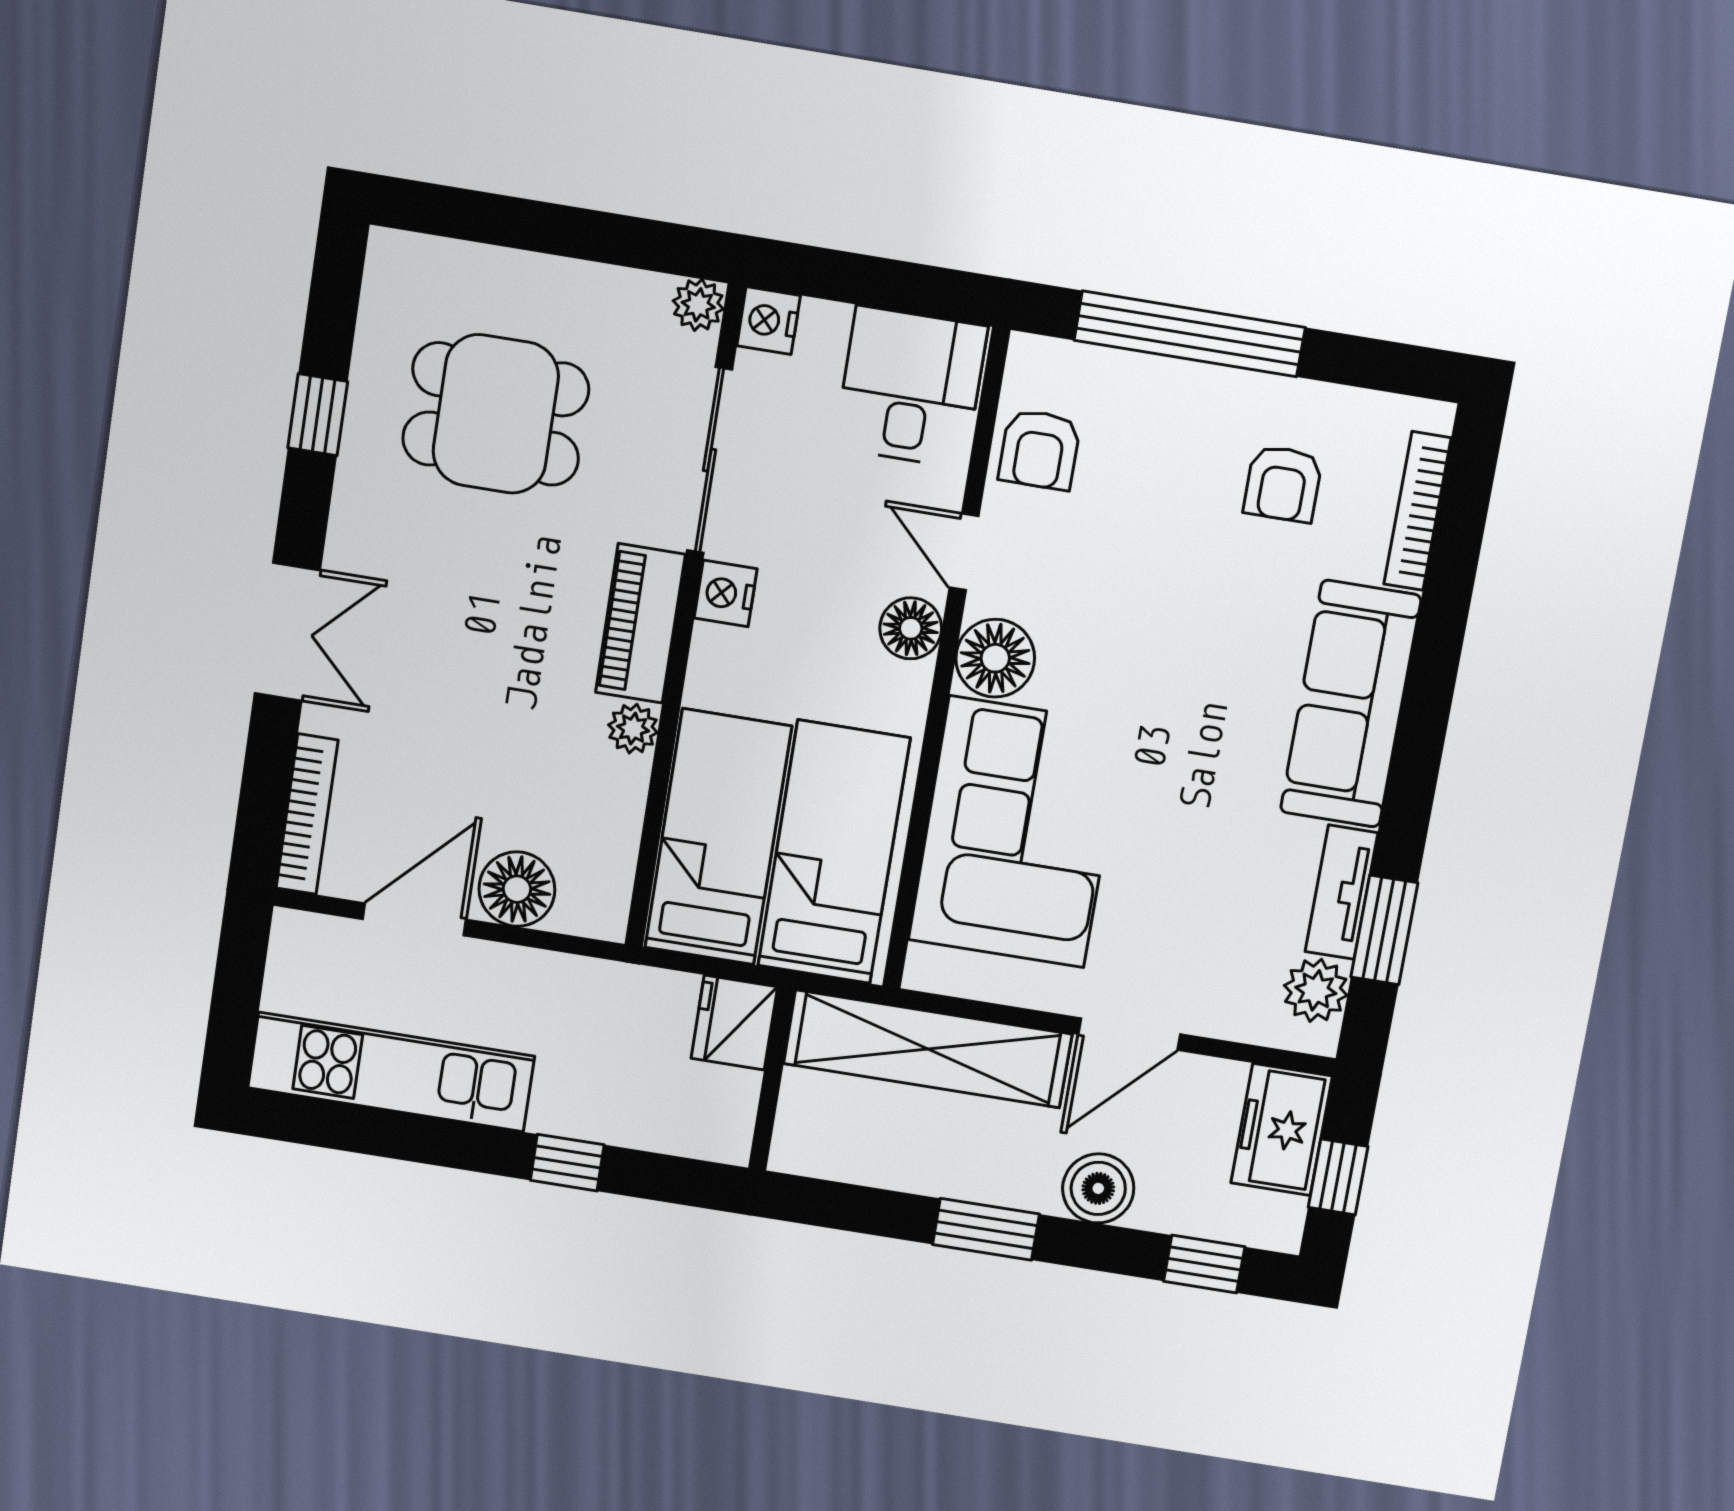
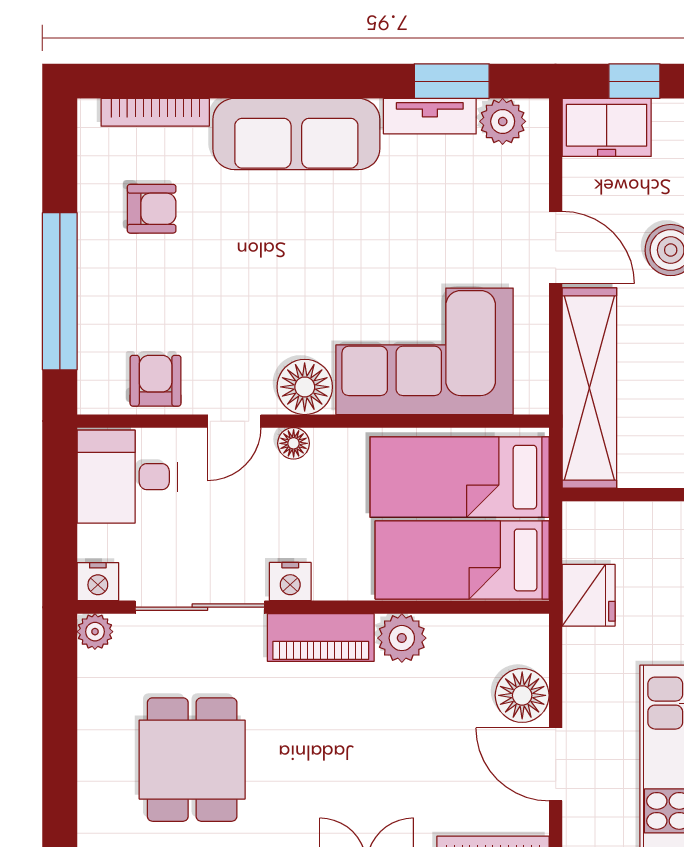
armchair: (1040, 450) -> (156, 381), turned -90
floor lamp: (911, 628) -> (294, 443), width x0.73, depth x0.73
plant: (633, 729) -> (402, 638), width x1.38, depth x1.38
fridge: (734, 1023) -> (589, 595), moved, turned -90

